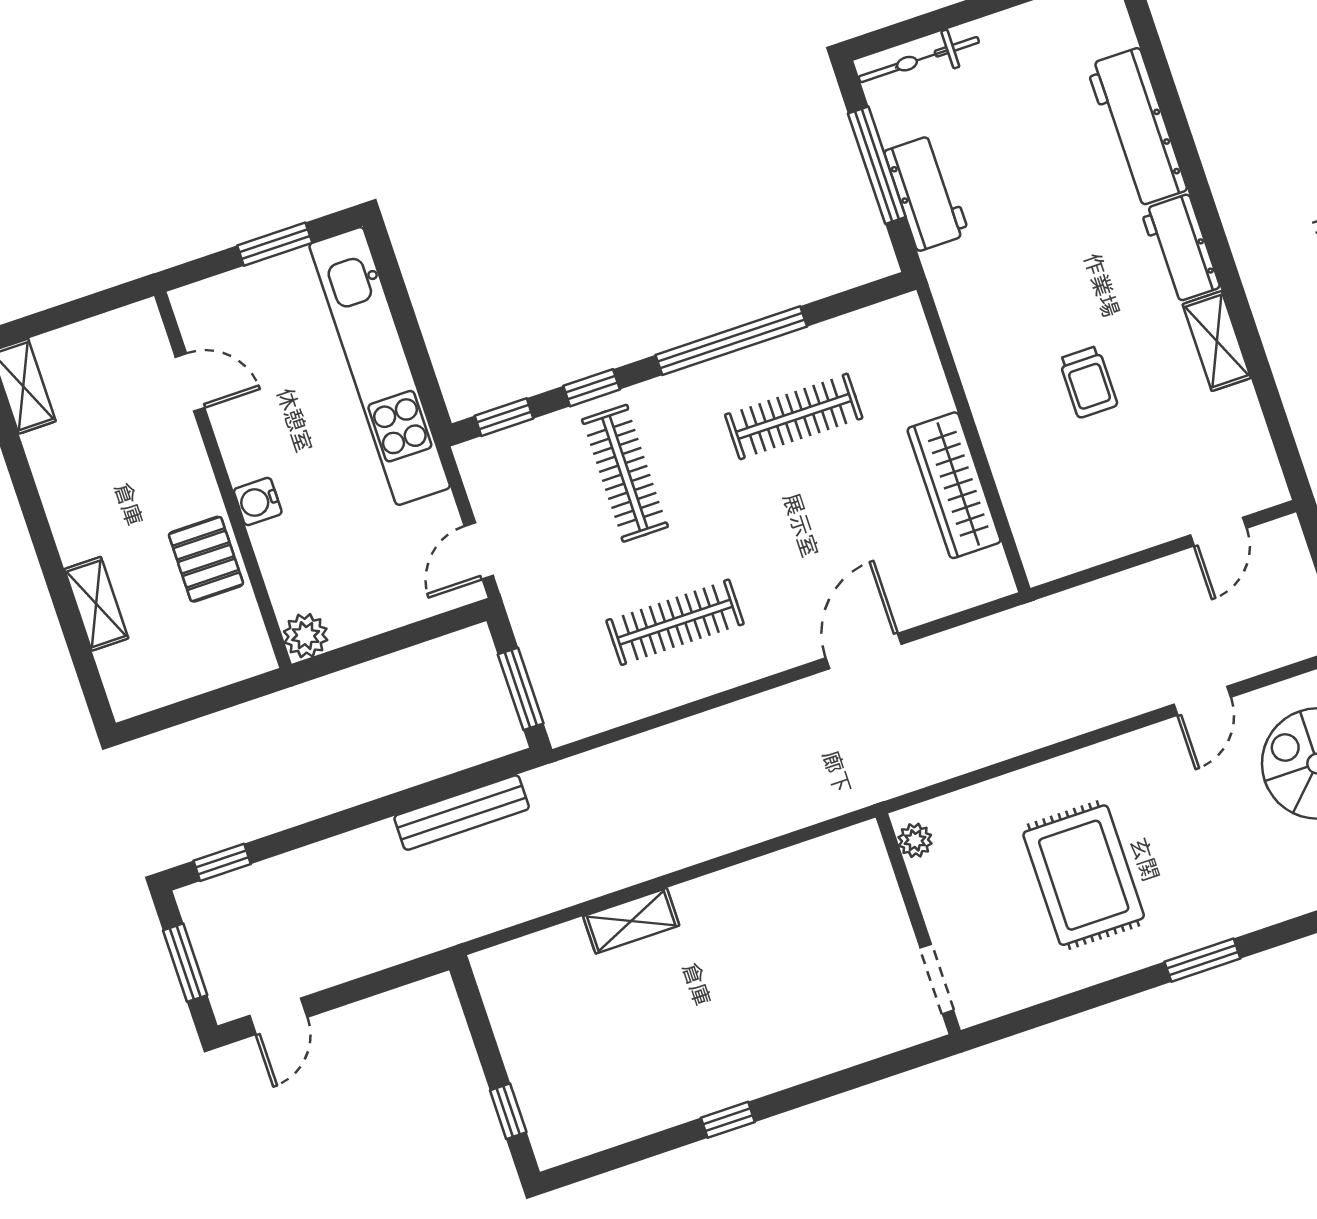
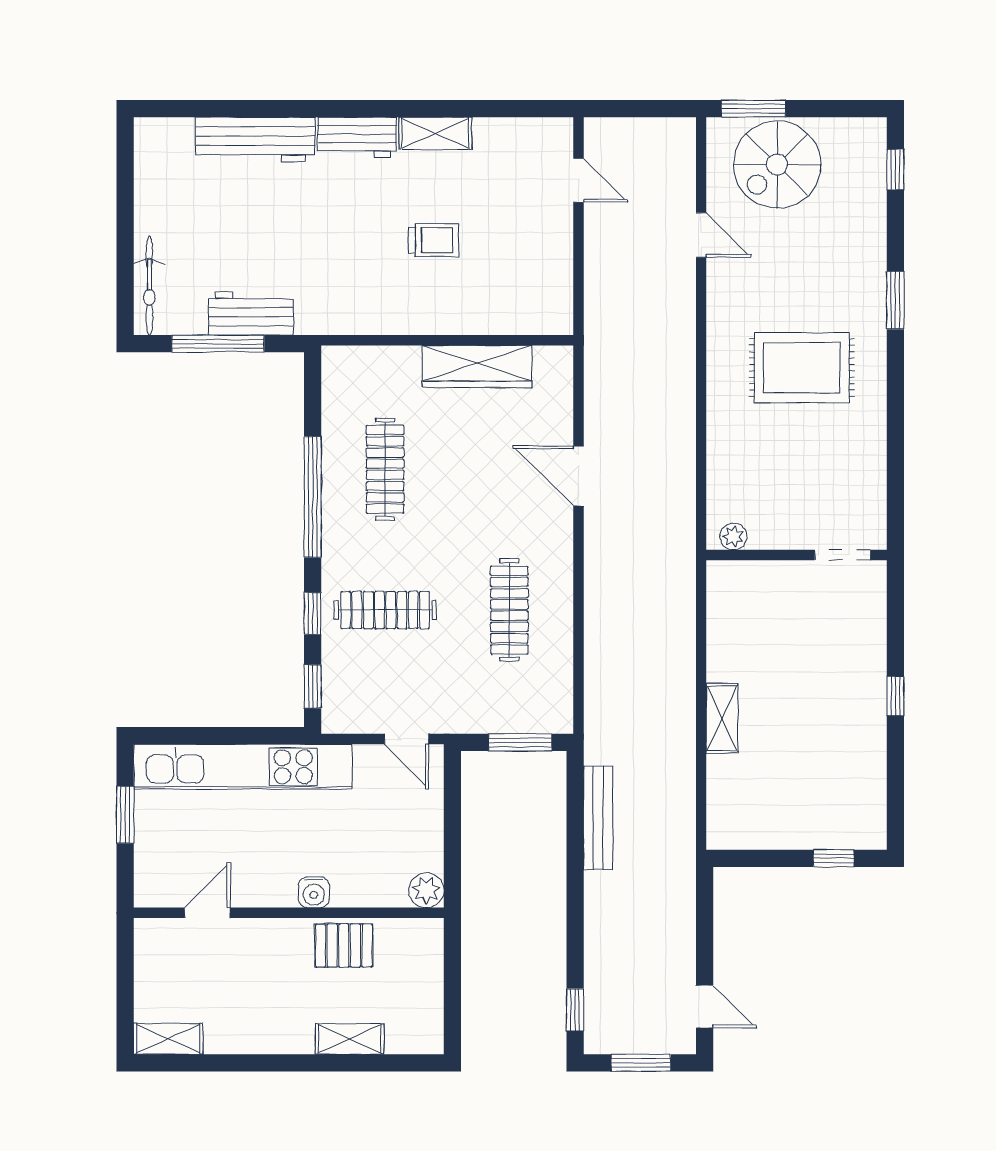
plant: (915, 840) -> (733, 536), moved
wall: (918, 924) -> (797, 555), moved
doorway: (937, 979) -> (843, 555), moved

